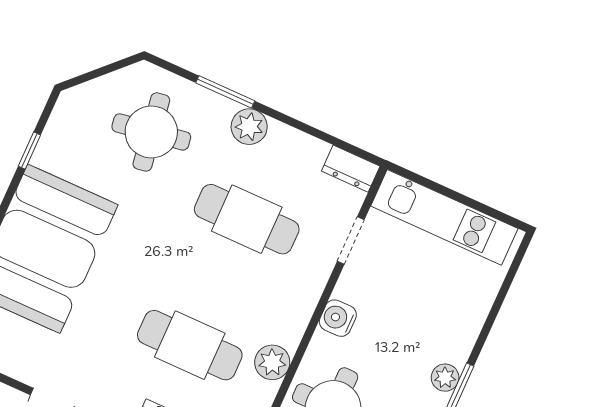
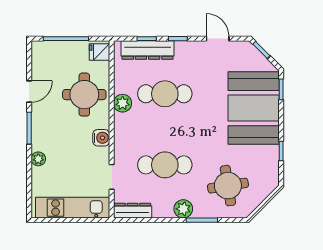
dresser: (351, 169) -> (133, 211), width x1.44
plant: (445, 378) -> (38, 159), moved

